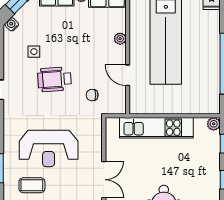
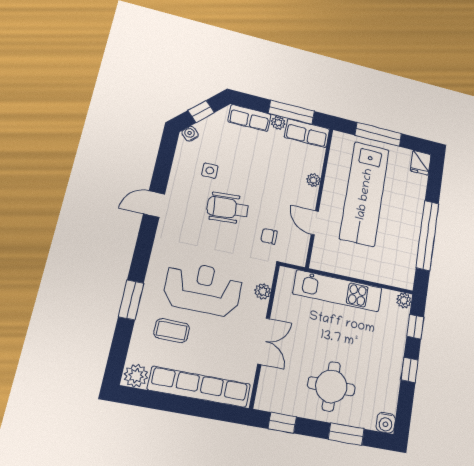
plant: (96, 141) -> (263, 291), added
reception desk: (49, 148) -> (203, 289), turned 180

